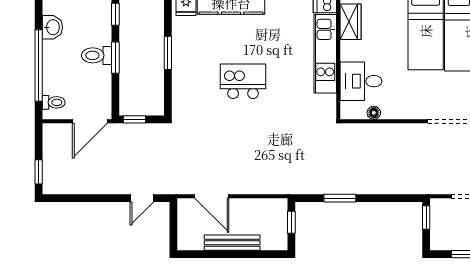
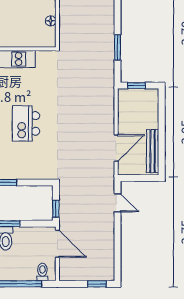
desk: (361, 81) -> (26, 31), removed
bench: (232, 243) -> (153, 151), moved

